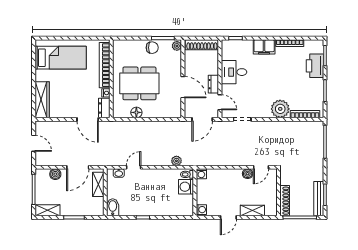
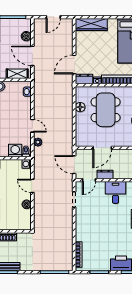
plant: (280, 109) -> (83, 233), removed
door: (134, 167) -> (32, 126), moved
door: (261, 167) -> (32, 186), moved

